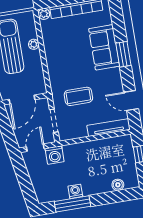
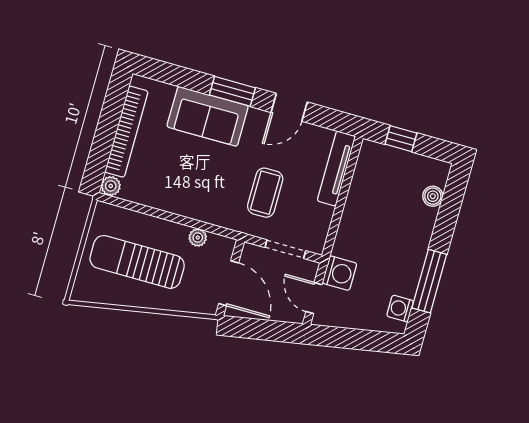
plant: (34, 44) -> (198, 237), moved
door: (131, 100) -> (289, 107), moved
washing machine: (75, 191) -> (400, 308), moved

